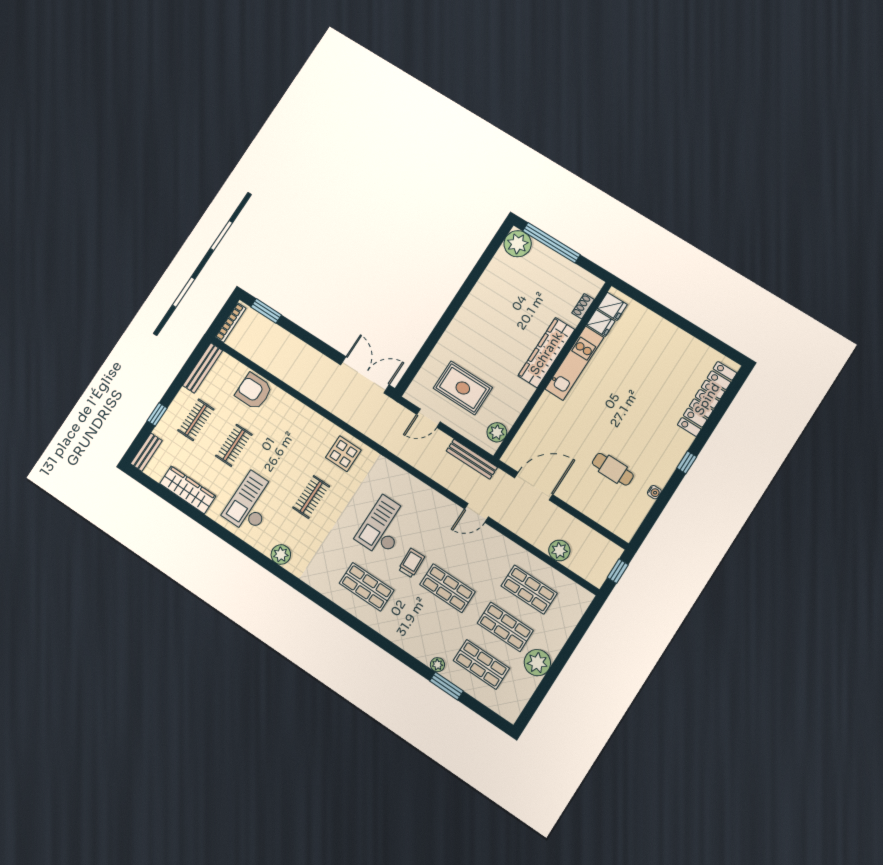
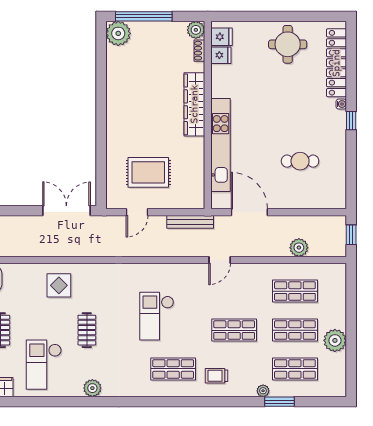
round table: (671, 352) -> (288, 44), added
kitchen unit: (574, 363) -> (221, 145), moved, width x1.36
plant: (497, 432) -> (196, 30), moved
display table: (343, 454) -> (59, 285), moved
door: (534, 486) -> (249, 212), hinge flipped
water cooler: (654, 492) -> (341, 104), moved
trolley: (411, 563) -> (217, 376), moved, turned -88

